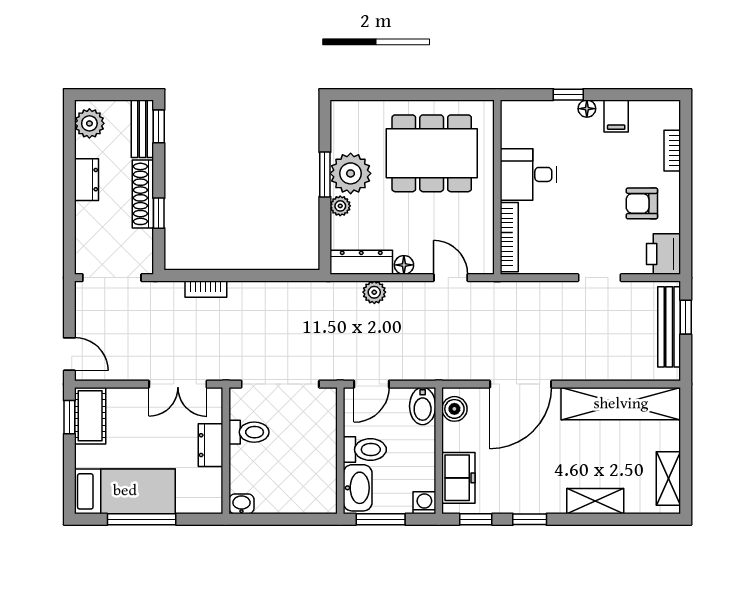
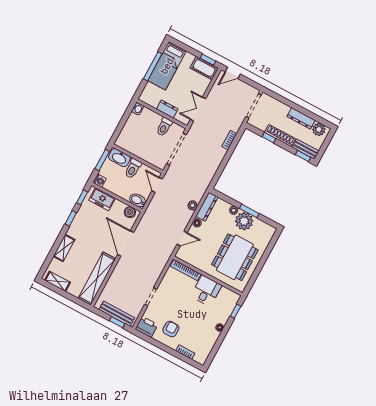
window: (568, 95) -> (236, 311), moved
filing cabinet: (616, 116) -> (211, 337), removed
dresser: (87, 180) -> (301, 118), width x1.44

